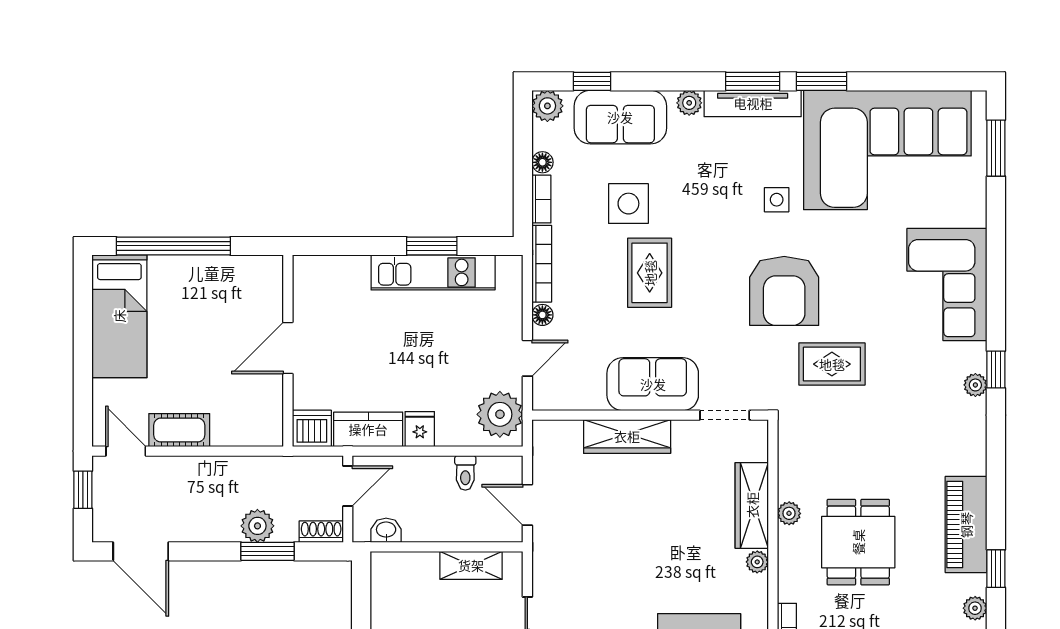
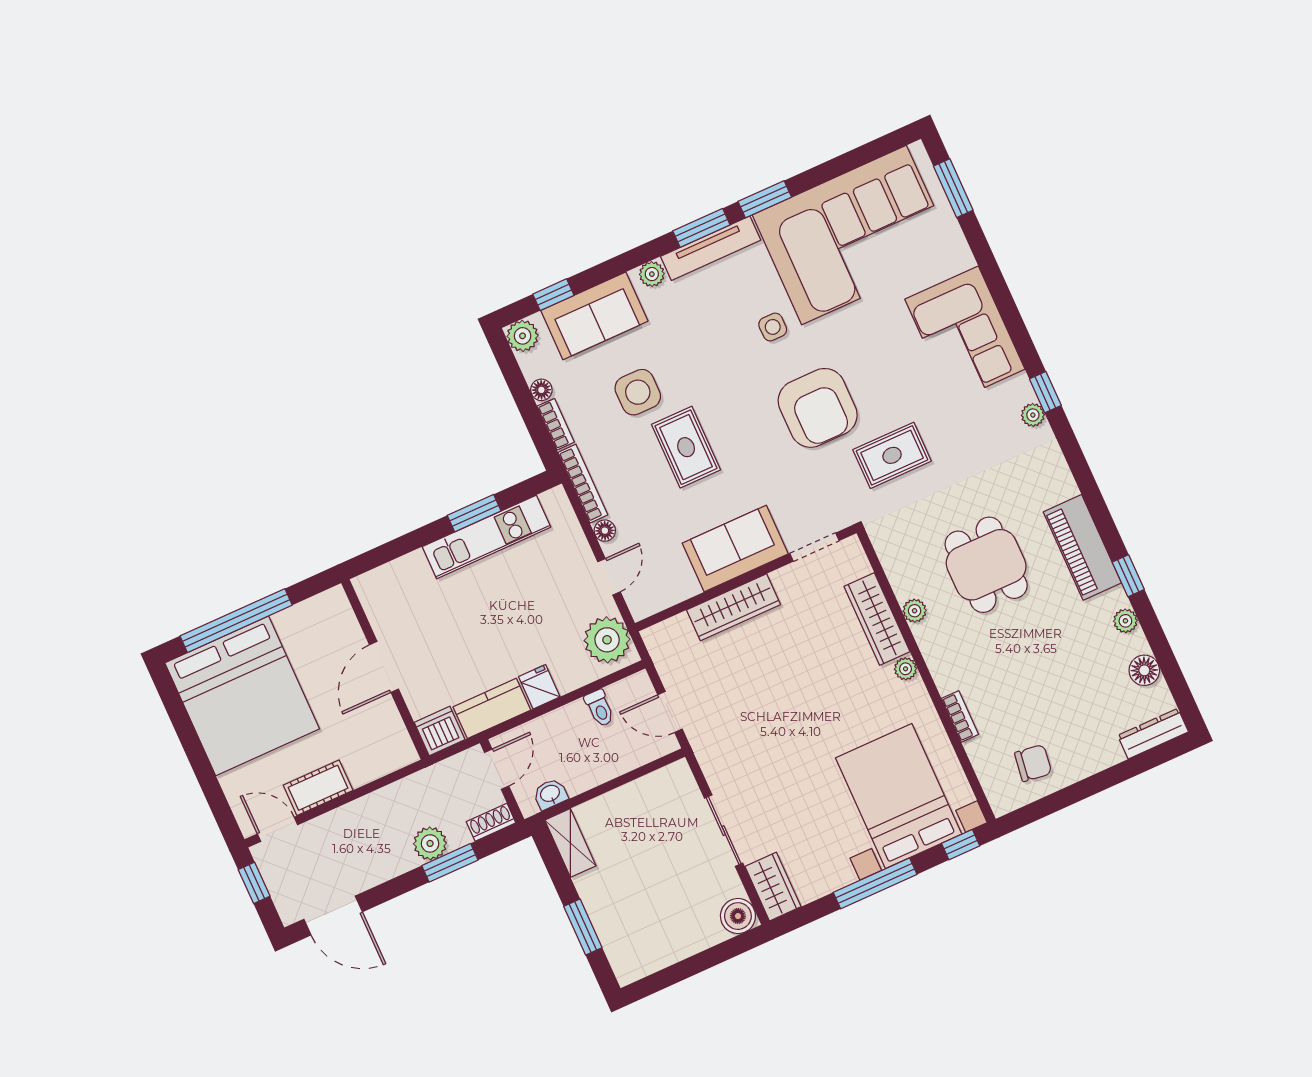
bed: (119, 316) -> (242, 696), width x2.04
dining table: (858, 542) -> (986, 565), moved
shelving: (471, 565) -> (570, 843), moved, turned 90

